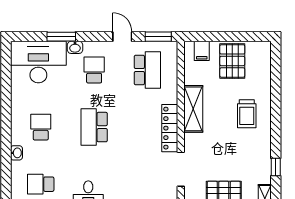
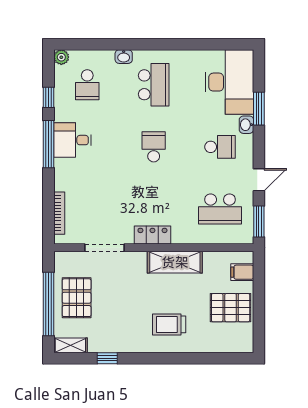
school desk: (41, 127) -> (154, 85), width x1.85
school desk: (94, 127) -> (154, 147), width x0.54
locker: (170, 128) -> (152, 235), width x0.66
school desk: (41, 184) -> (87, 85), turned 180

